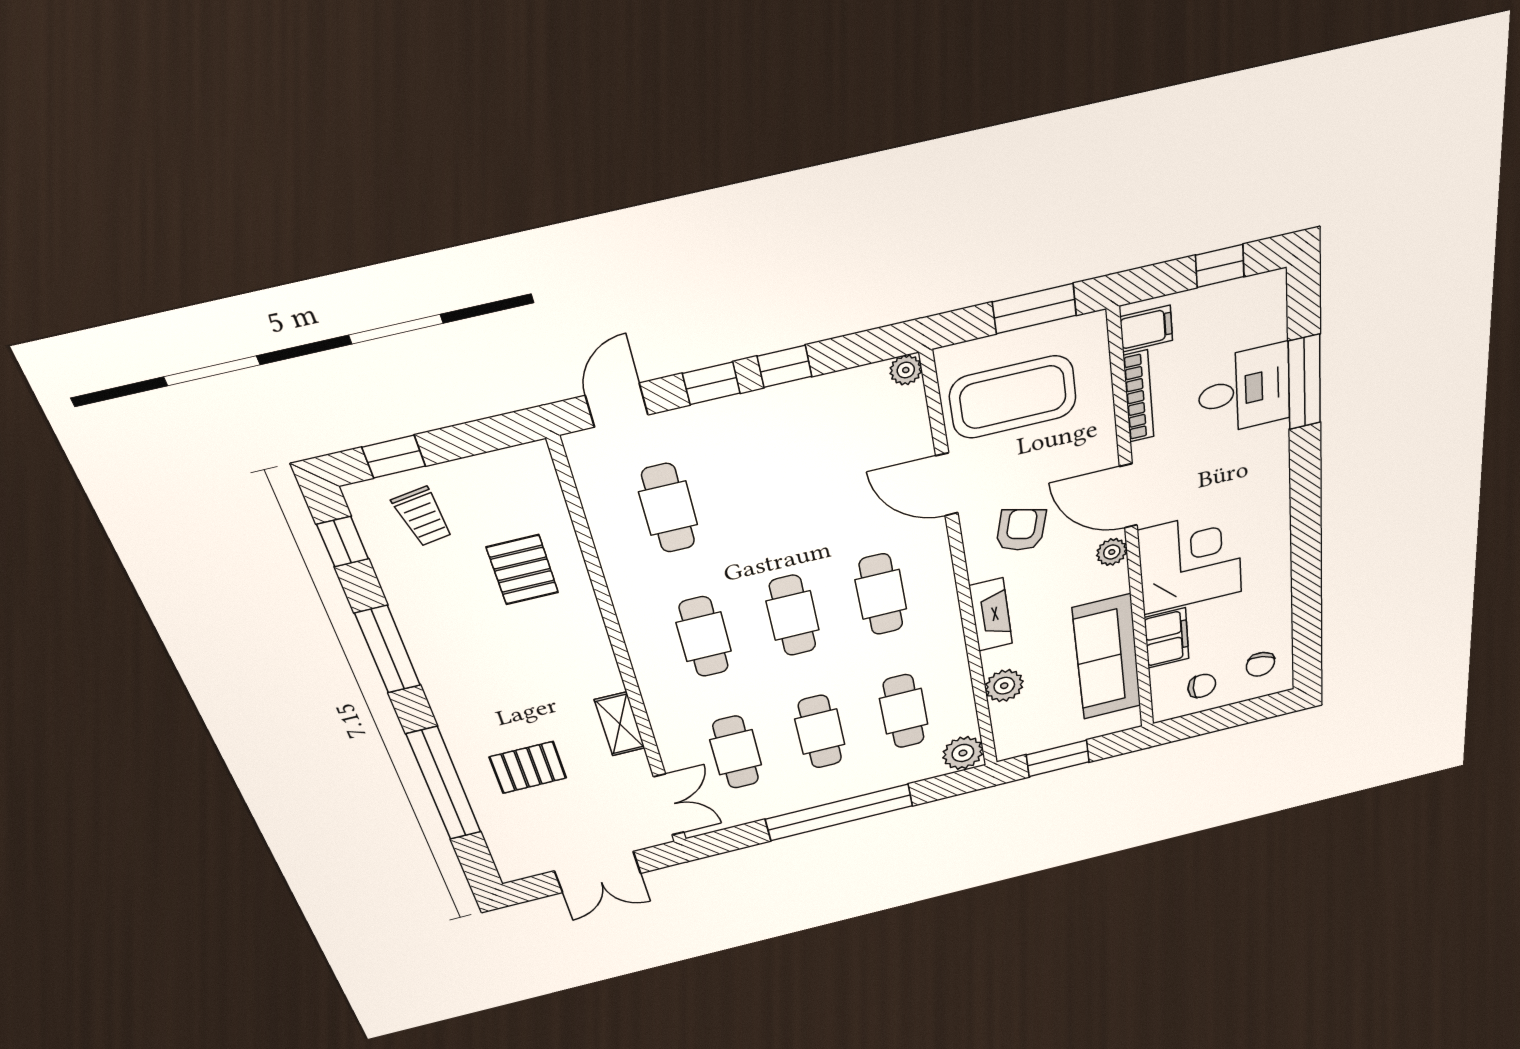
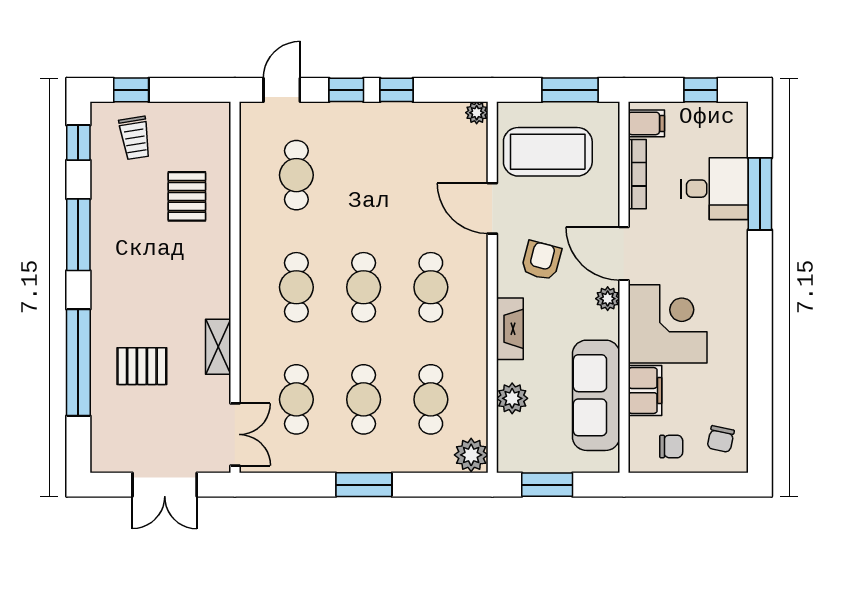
window: (839, 812) -> (364, 485), width x0.47

